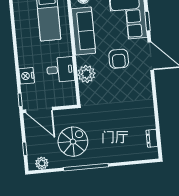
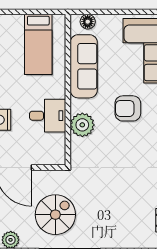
armchair: (119, 59) -> (128, 108), turned 90

